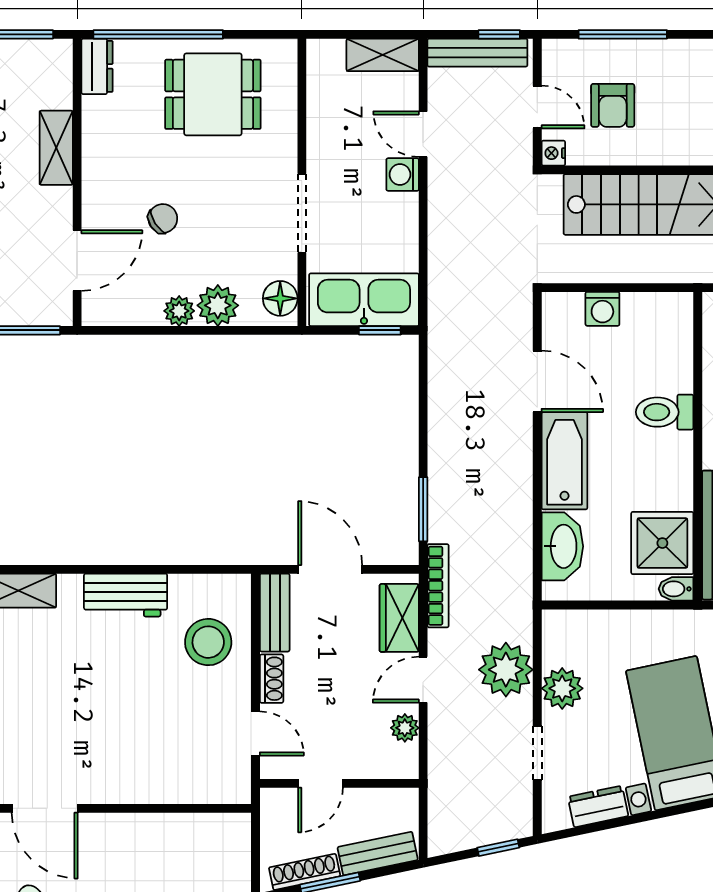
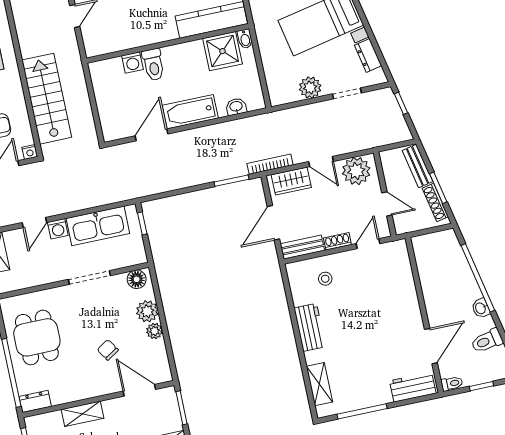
kitchen sink: (364, 300) -> (98, 226), moved, turned -90
washing machine: (602, 309) -> (132, 62), moved, turned 90
washbasin: (562, 546) -> (236, 107), width x0.52, depth x0.69
stool: (208, 642) -> (325, 279), width x0.53, depth x0.53
plant: (506, 670) -> (306, 119), removed
plant: (405, 728) -> (356, 171), width x1.87, depth x1.87

